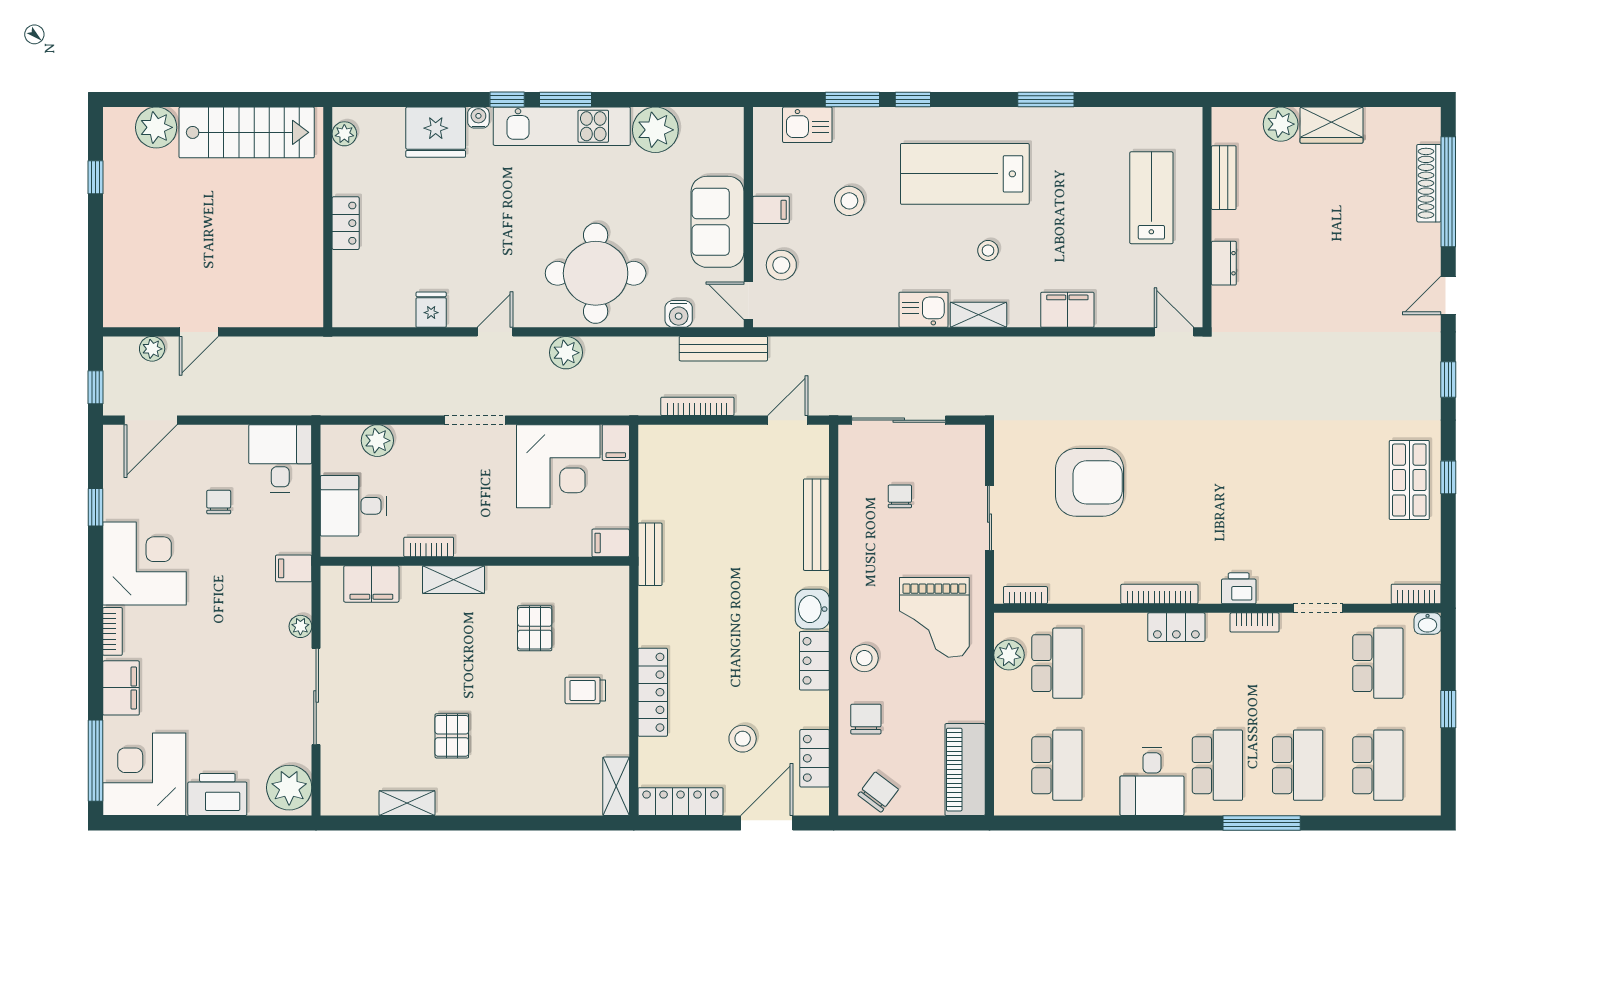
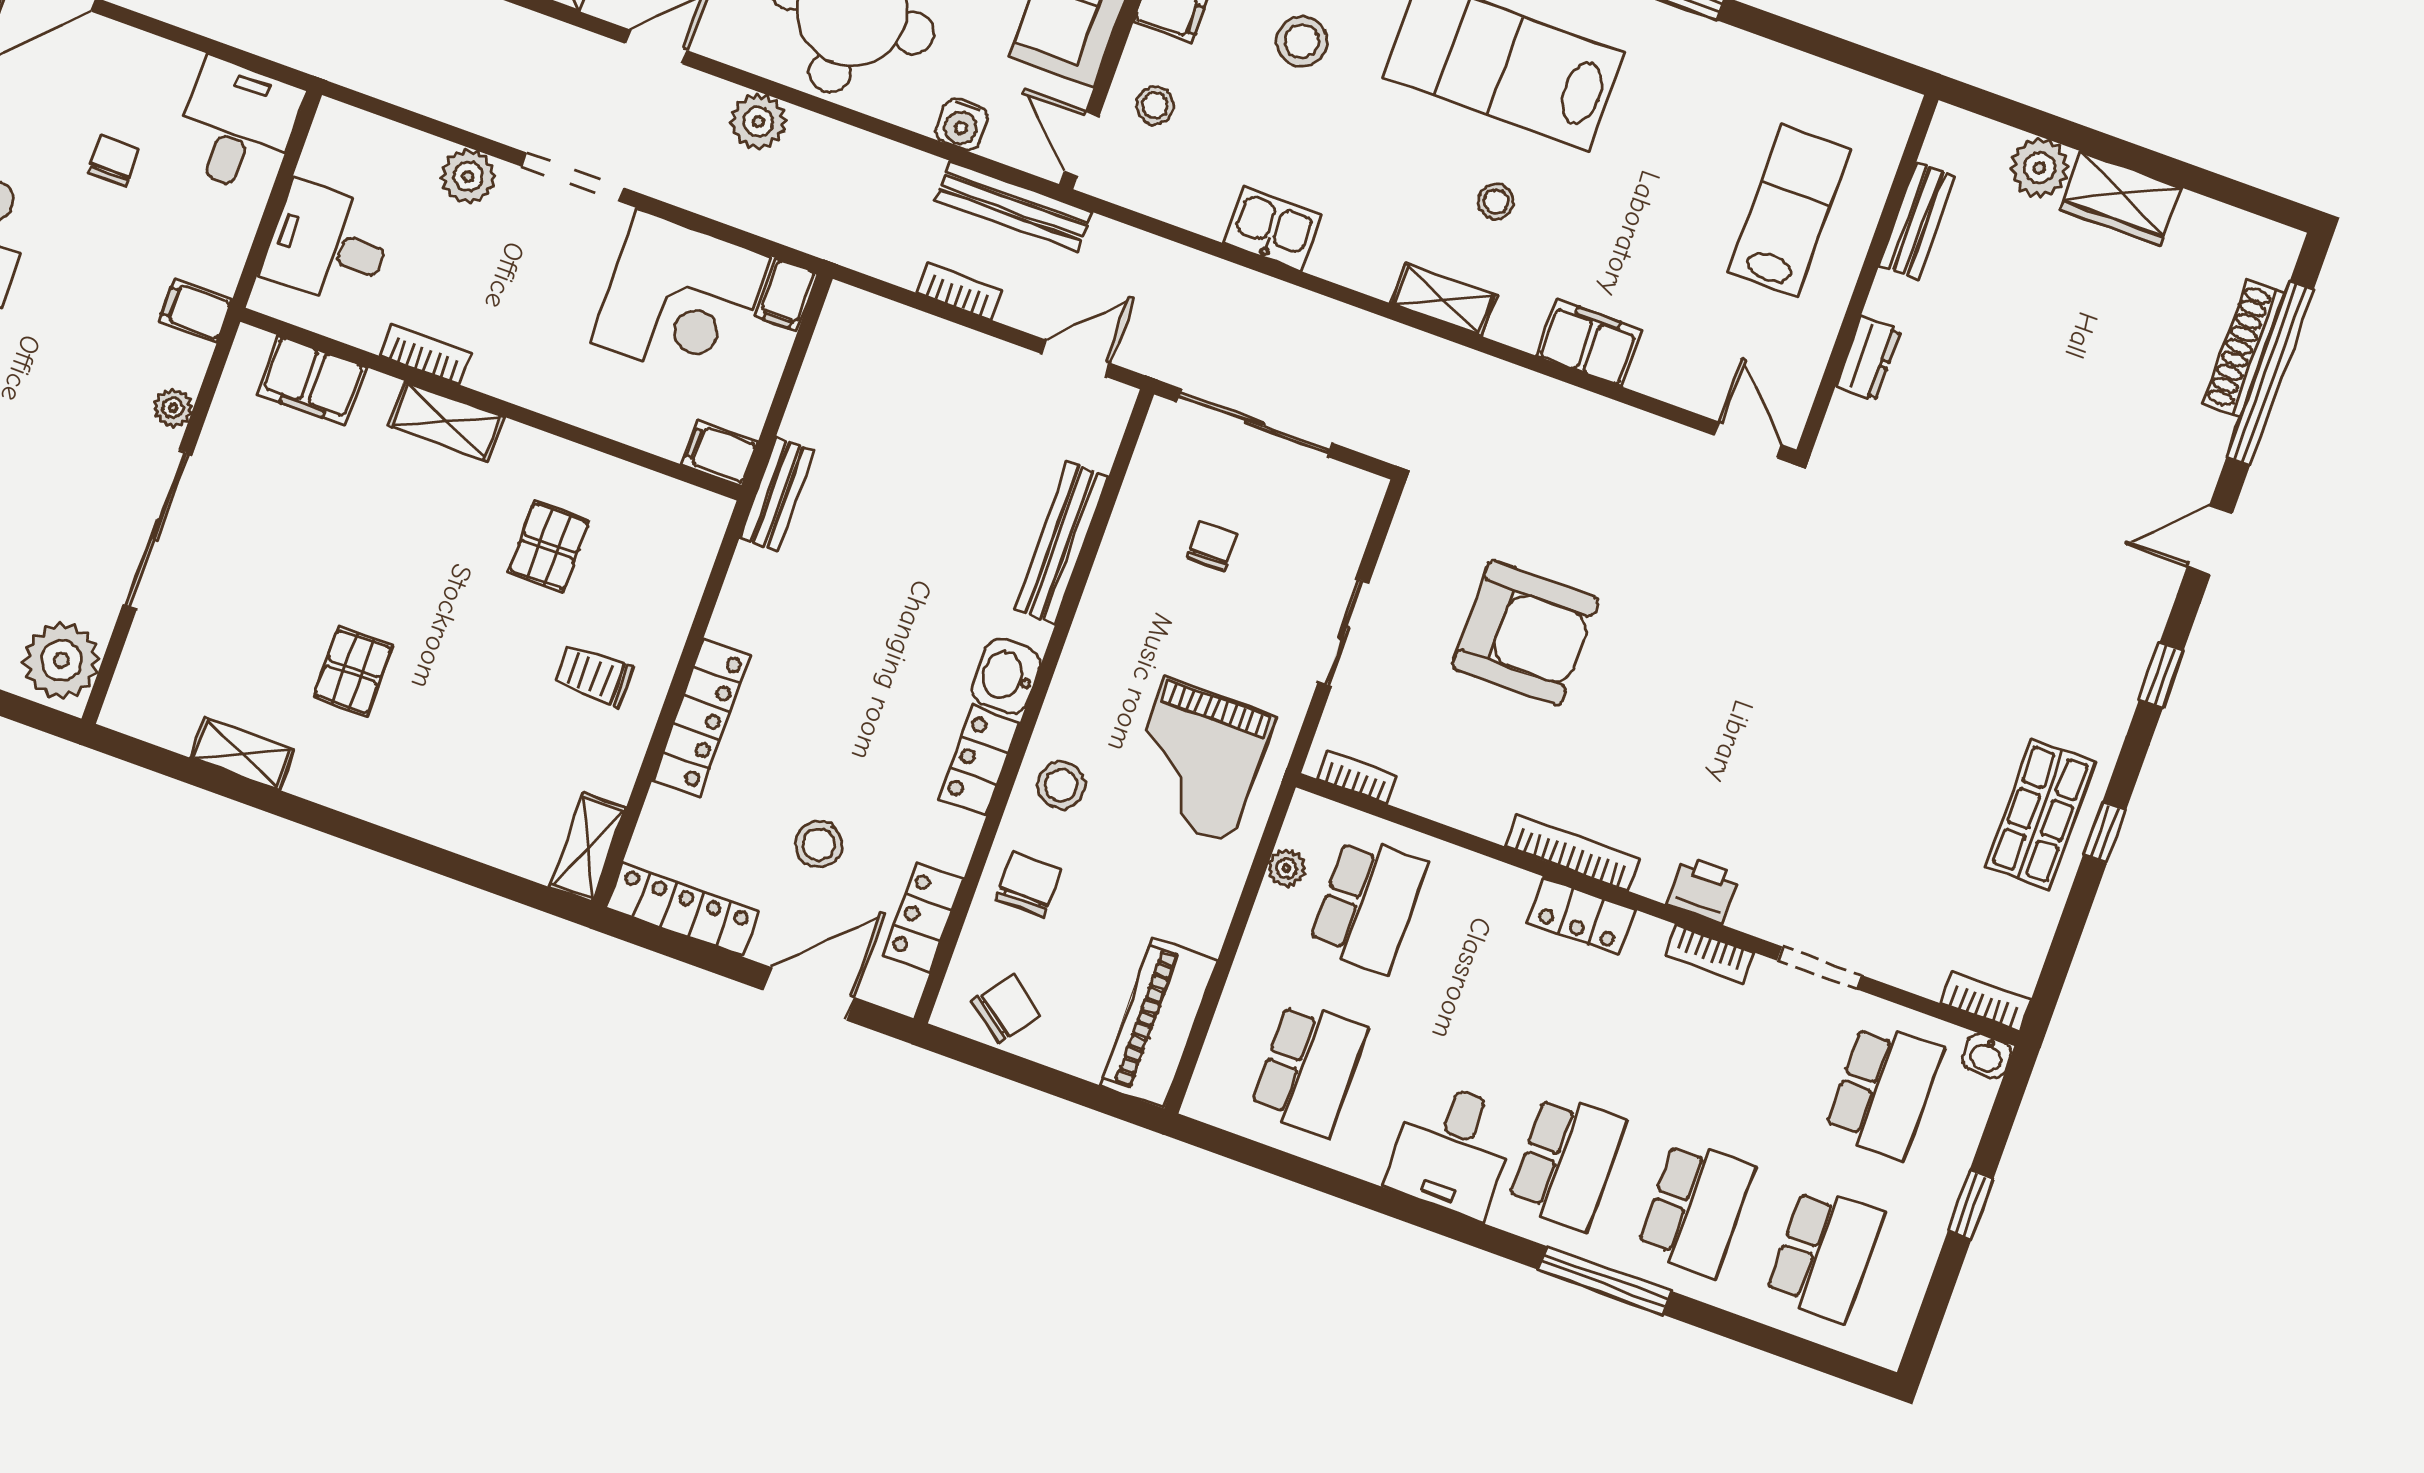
stool: (781, 265) -> (1155, 105), width x0.73, depth x0.73
kitchen sink: (924, 310) -> (1273, 229), moved
bookcase: (697, 406) -> (960, 291), width x0.64
plant: (377, 441) -> (468, 177), moved
plant: (1009, 655) -> (1287, 868), width x0.73, depth x0.73

